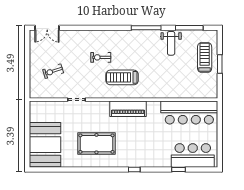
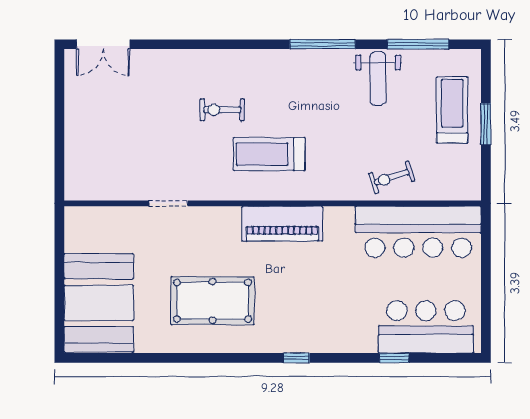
exercise bike: (53, 71) -> (392, 177), moved

